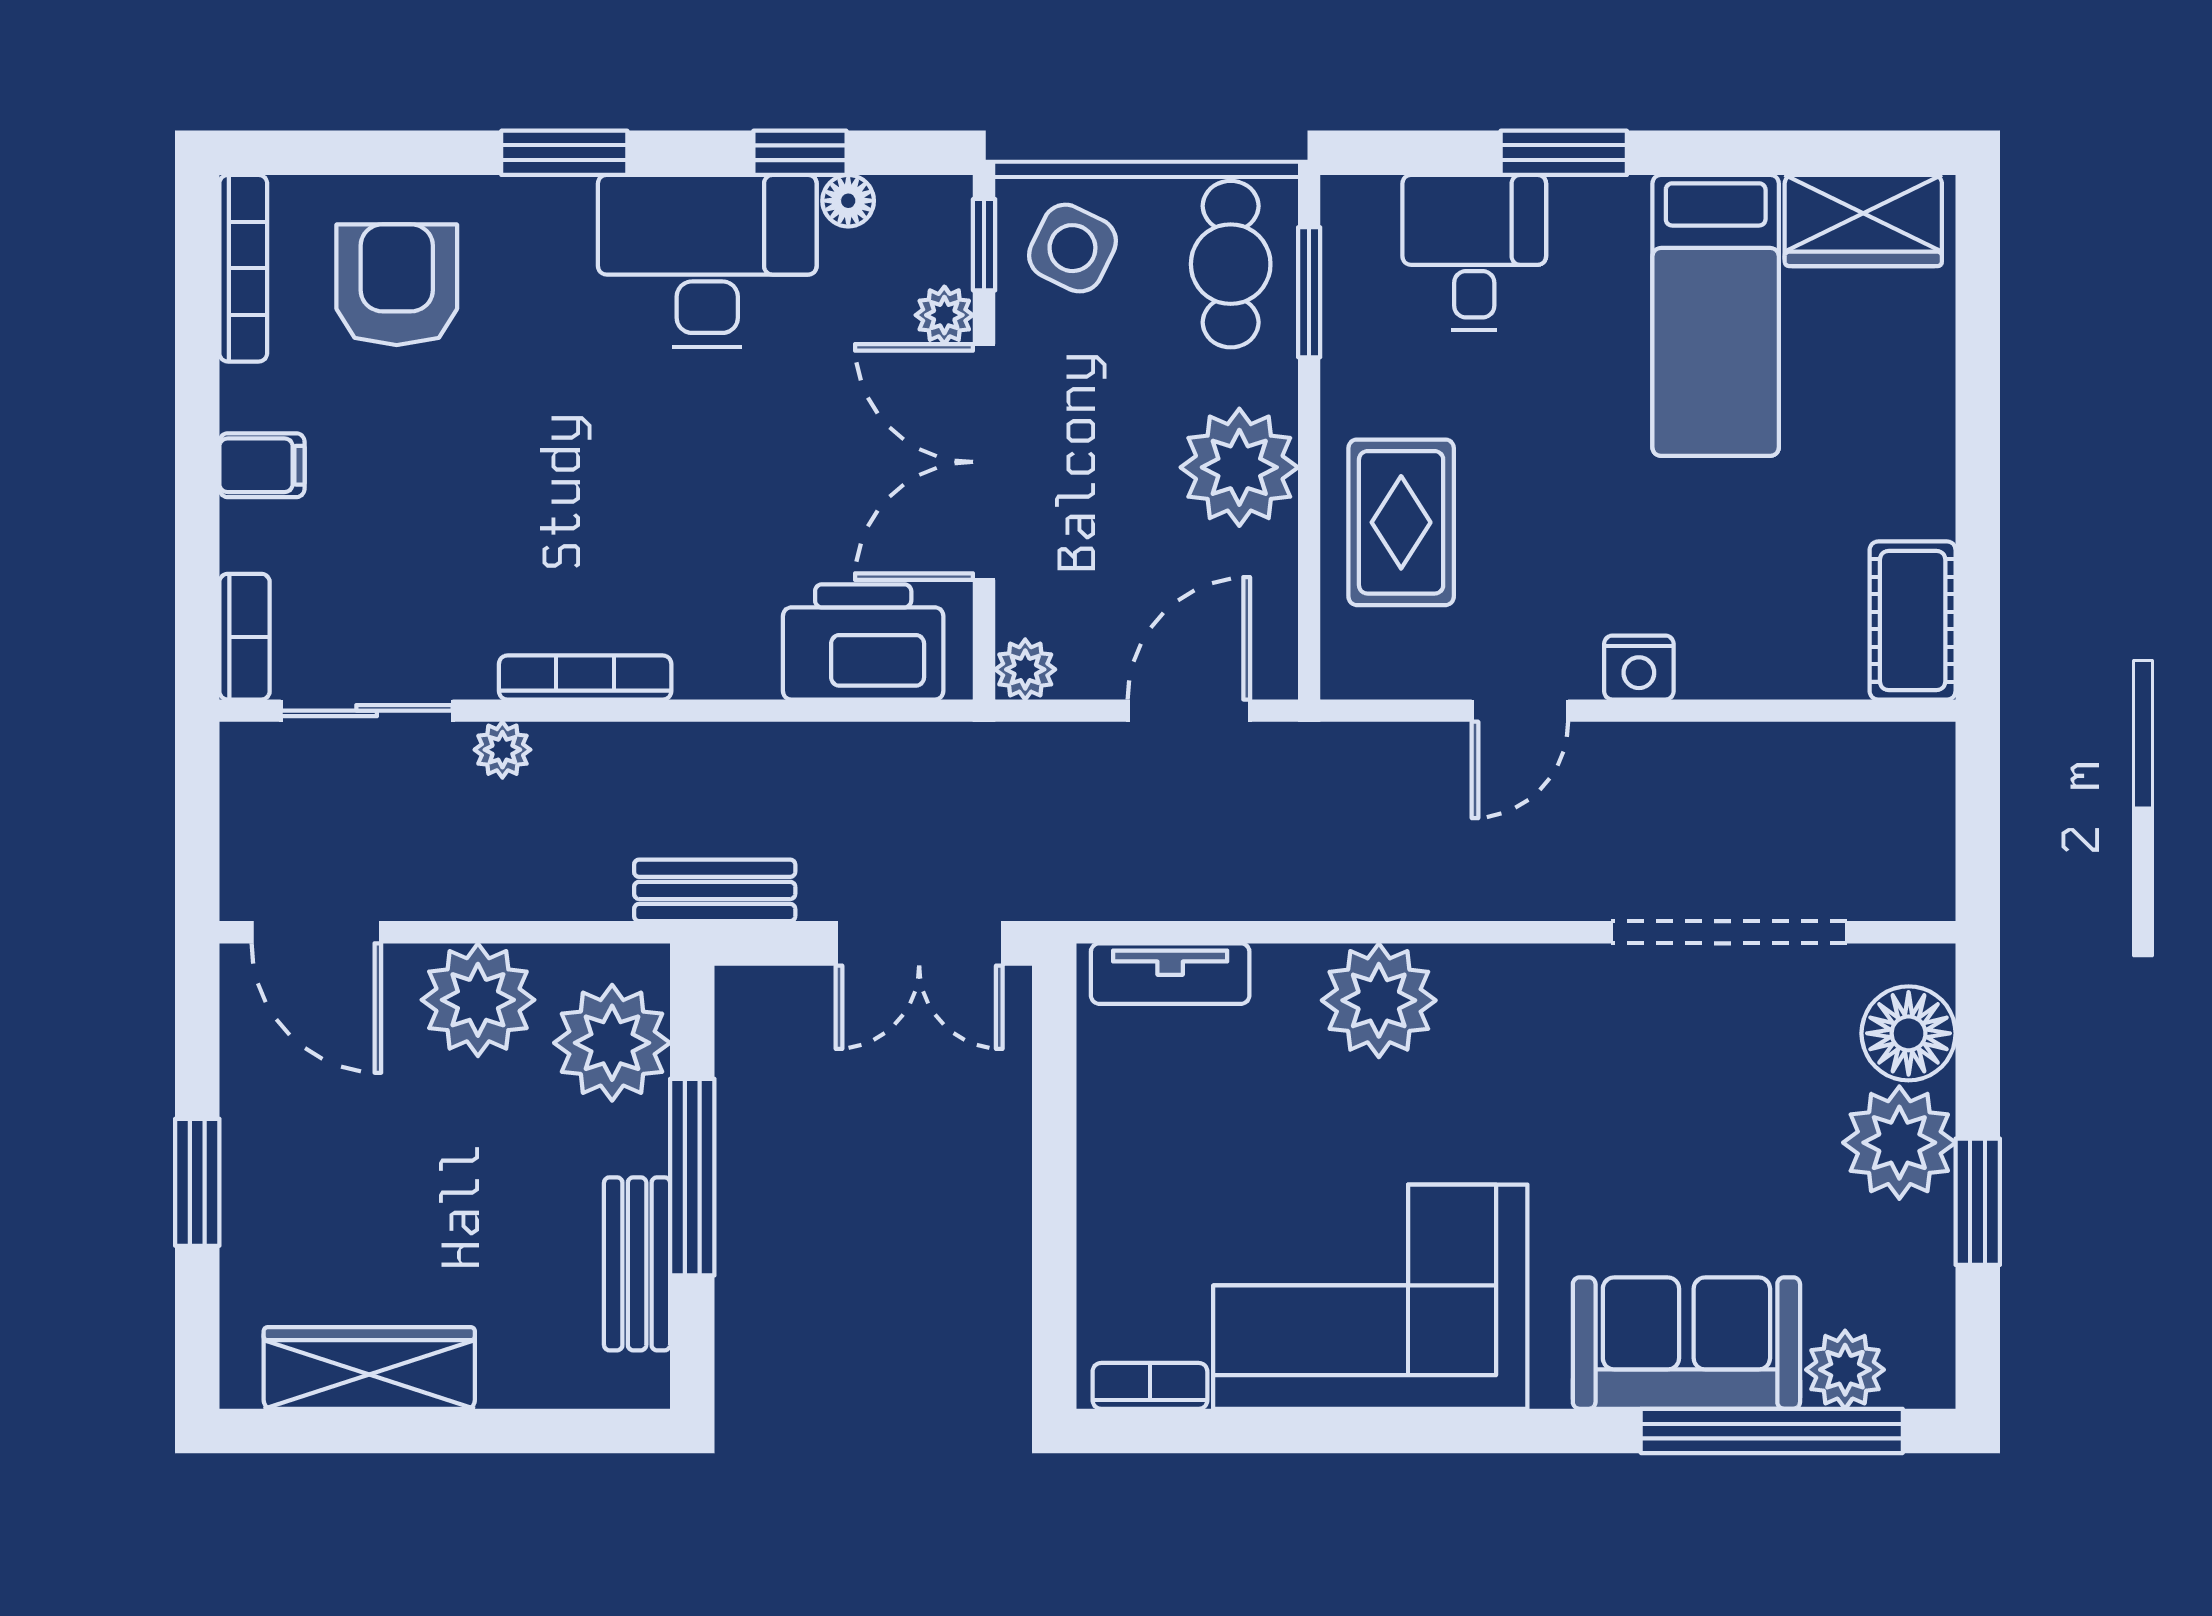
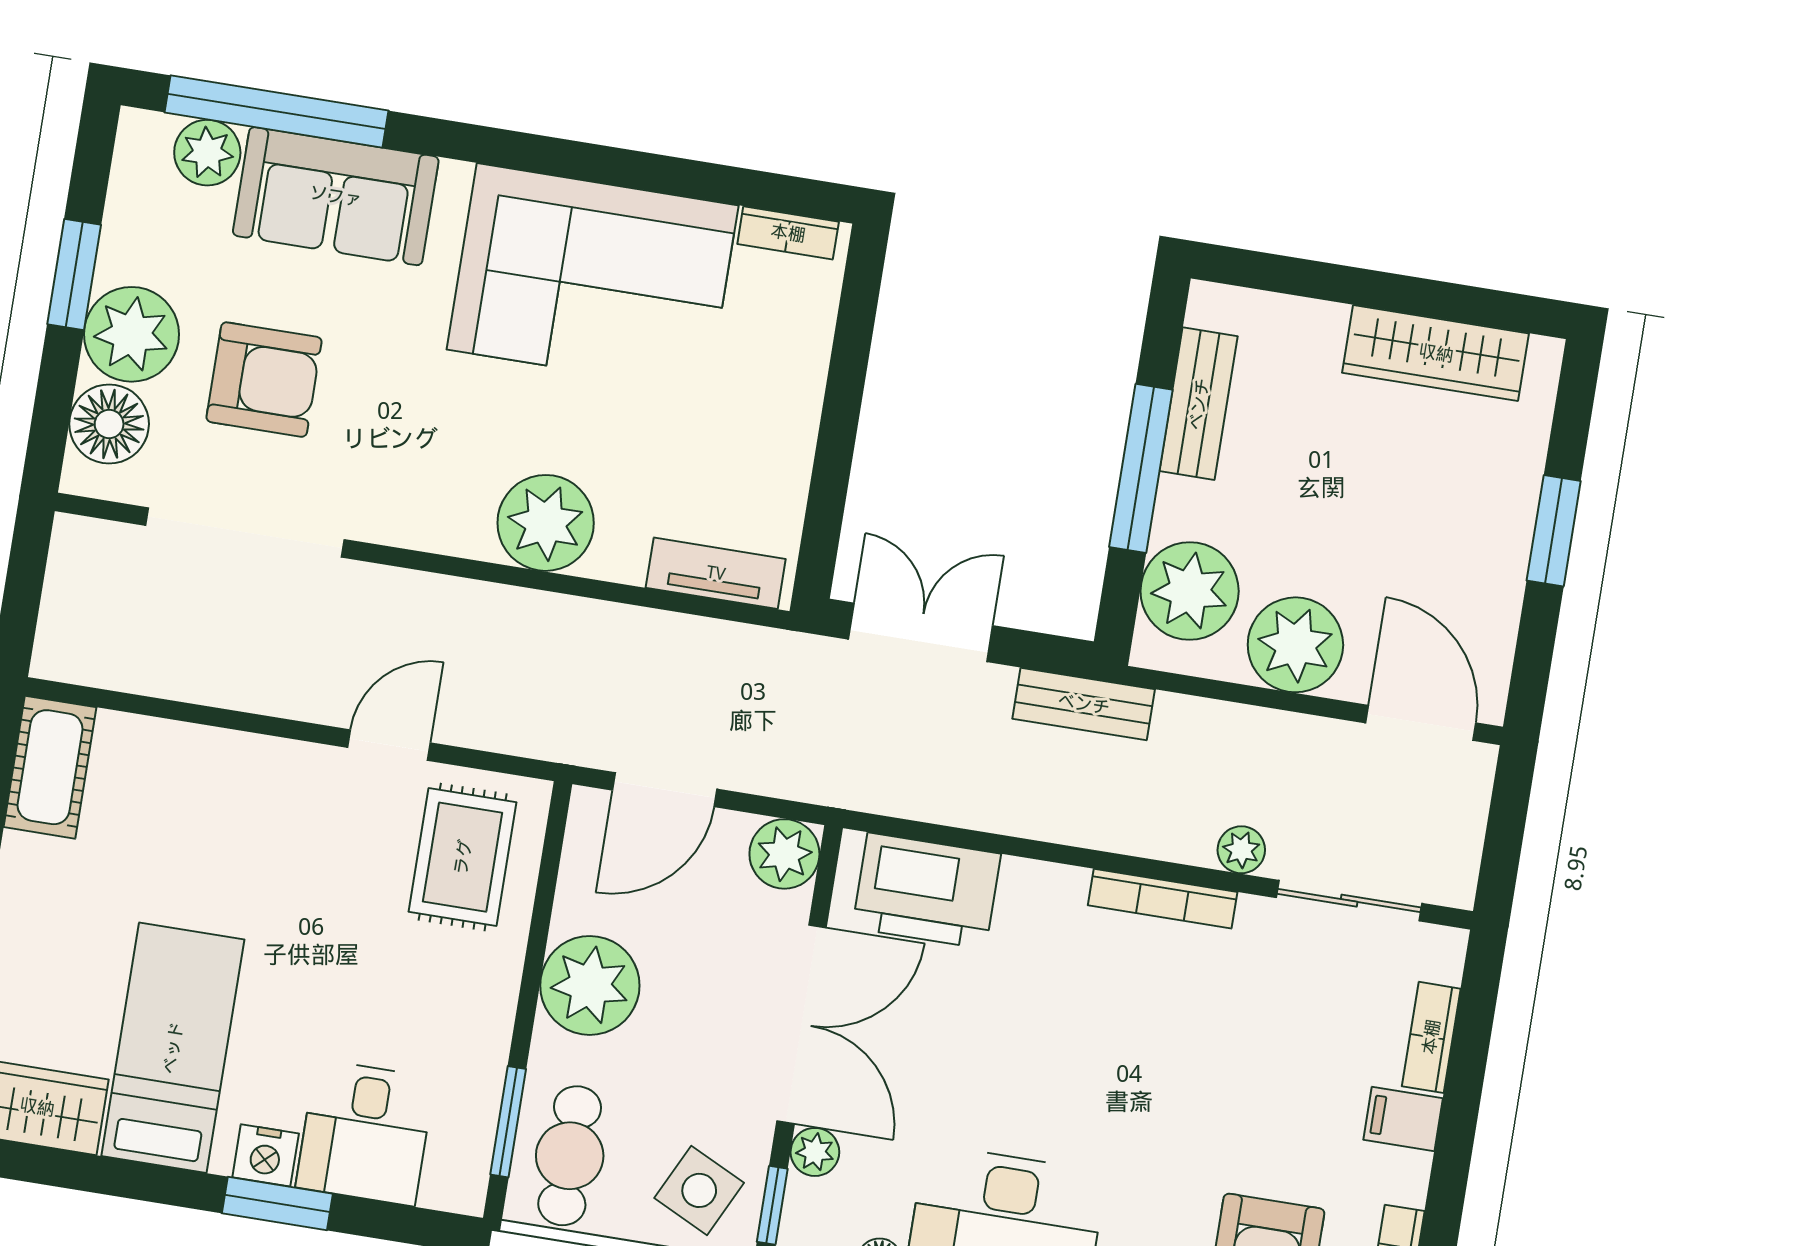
rug: (1401, 522) -> (463, 857), moved
bookcase: (245, 637) -> (1431, 1037), moved
nightstand: (1639, 668) -> (266, 1155), moved, turned 180
plant: (1025, 669) -> (784, 854), width x1.38, depth x1.38
armchair: (1736, 1115) -> (264, 380), added

